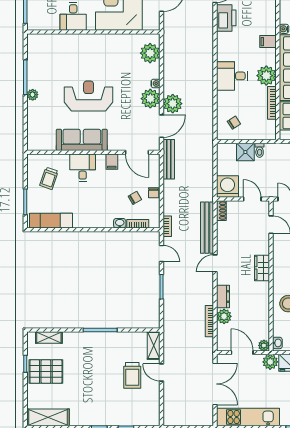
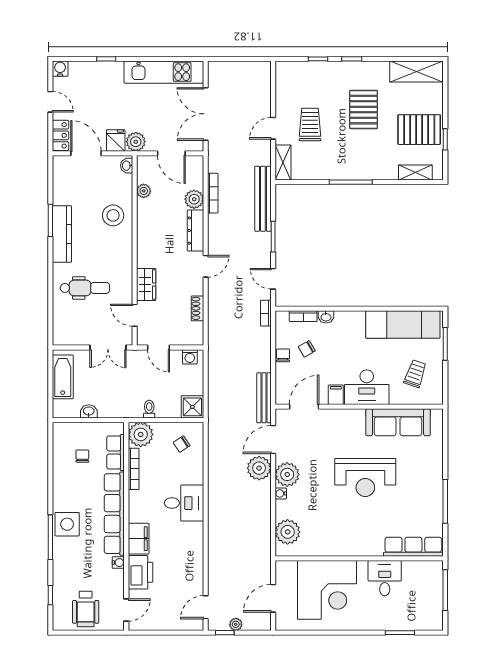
printer: (226, 18) -> (140, 572), moved, turned 180
row of seats: (50, 41) -> (413, 547), added
filing cabinet: (268, 42) -> (139, 539), width x2.00
plant: (266, 76) -> (141, 434), moved
plant: (33, 95) -> (436, 479), removed
sofa: (82, 140) -> (398, 422), moved
door: (137, 152) -> (304, 407), hinge flipped
shower: (245, 152) -> (192, 407), moved
desk: (83, 168) -> (367, 387), width x1.37
washing machine: (227, 187) -> (190, 357), width x0.53, depth x0.53
shoe rack: (221, 211) -> (197, 308), moved
exam couch: (51, 221) -> (403, 324), width x1.36, depth x1.45
bench: (207, 228) -> (263, 199), moved
wardrobe: (262, 268) -> (146, 284), moved
dresser: (223, 297) -> (196, 231), width x1.44
plant: (264, 345) -> (144, 191), moved
door: (162, 373) -> (273, 128), swing flipped
pallet: (90, 387) -> (364, 110), added

